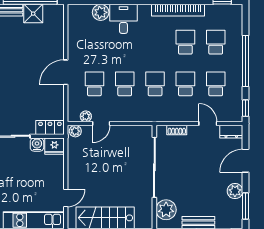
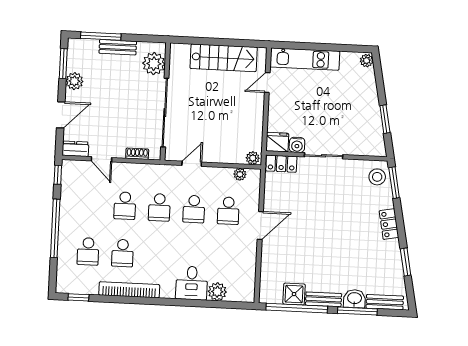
school desk: (216, 84) -> (90, 204), removed
door: (101, 124) -> (192, 164), moved

